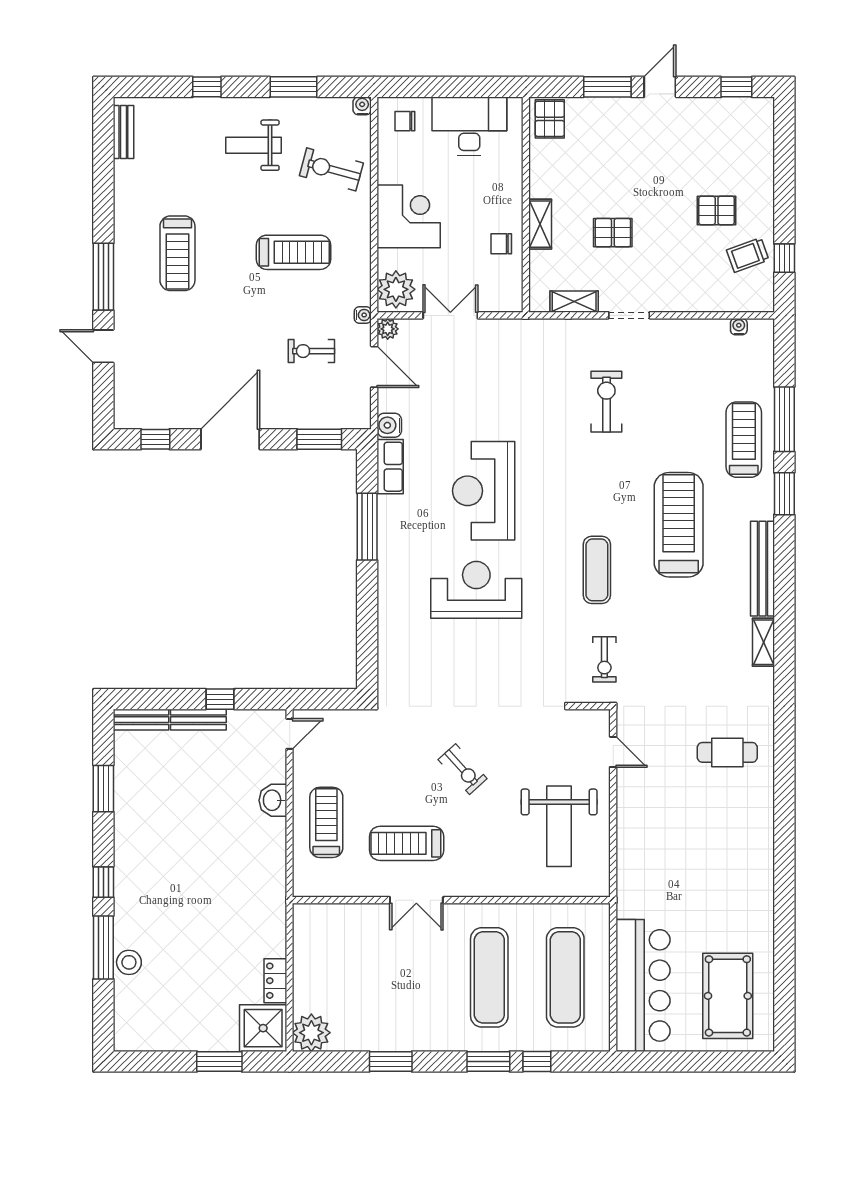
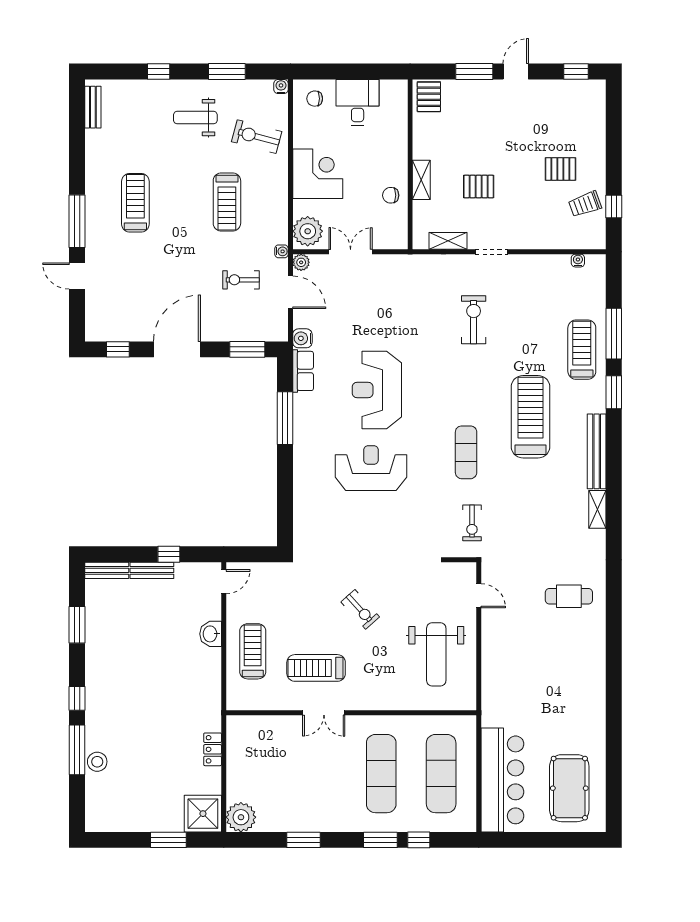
desk: (469, 126) -> (358, 102), width x0.73
treadmill: (294, 252) -> (227, 202), turned 90
treadmill: (177, 253) -> (135, 203), turned 180
locker: (275, 981) -> (213, 749), moved

